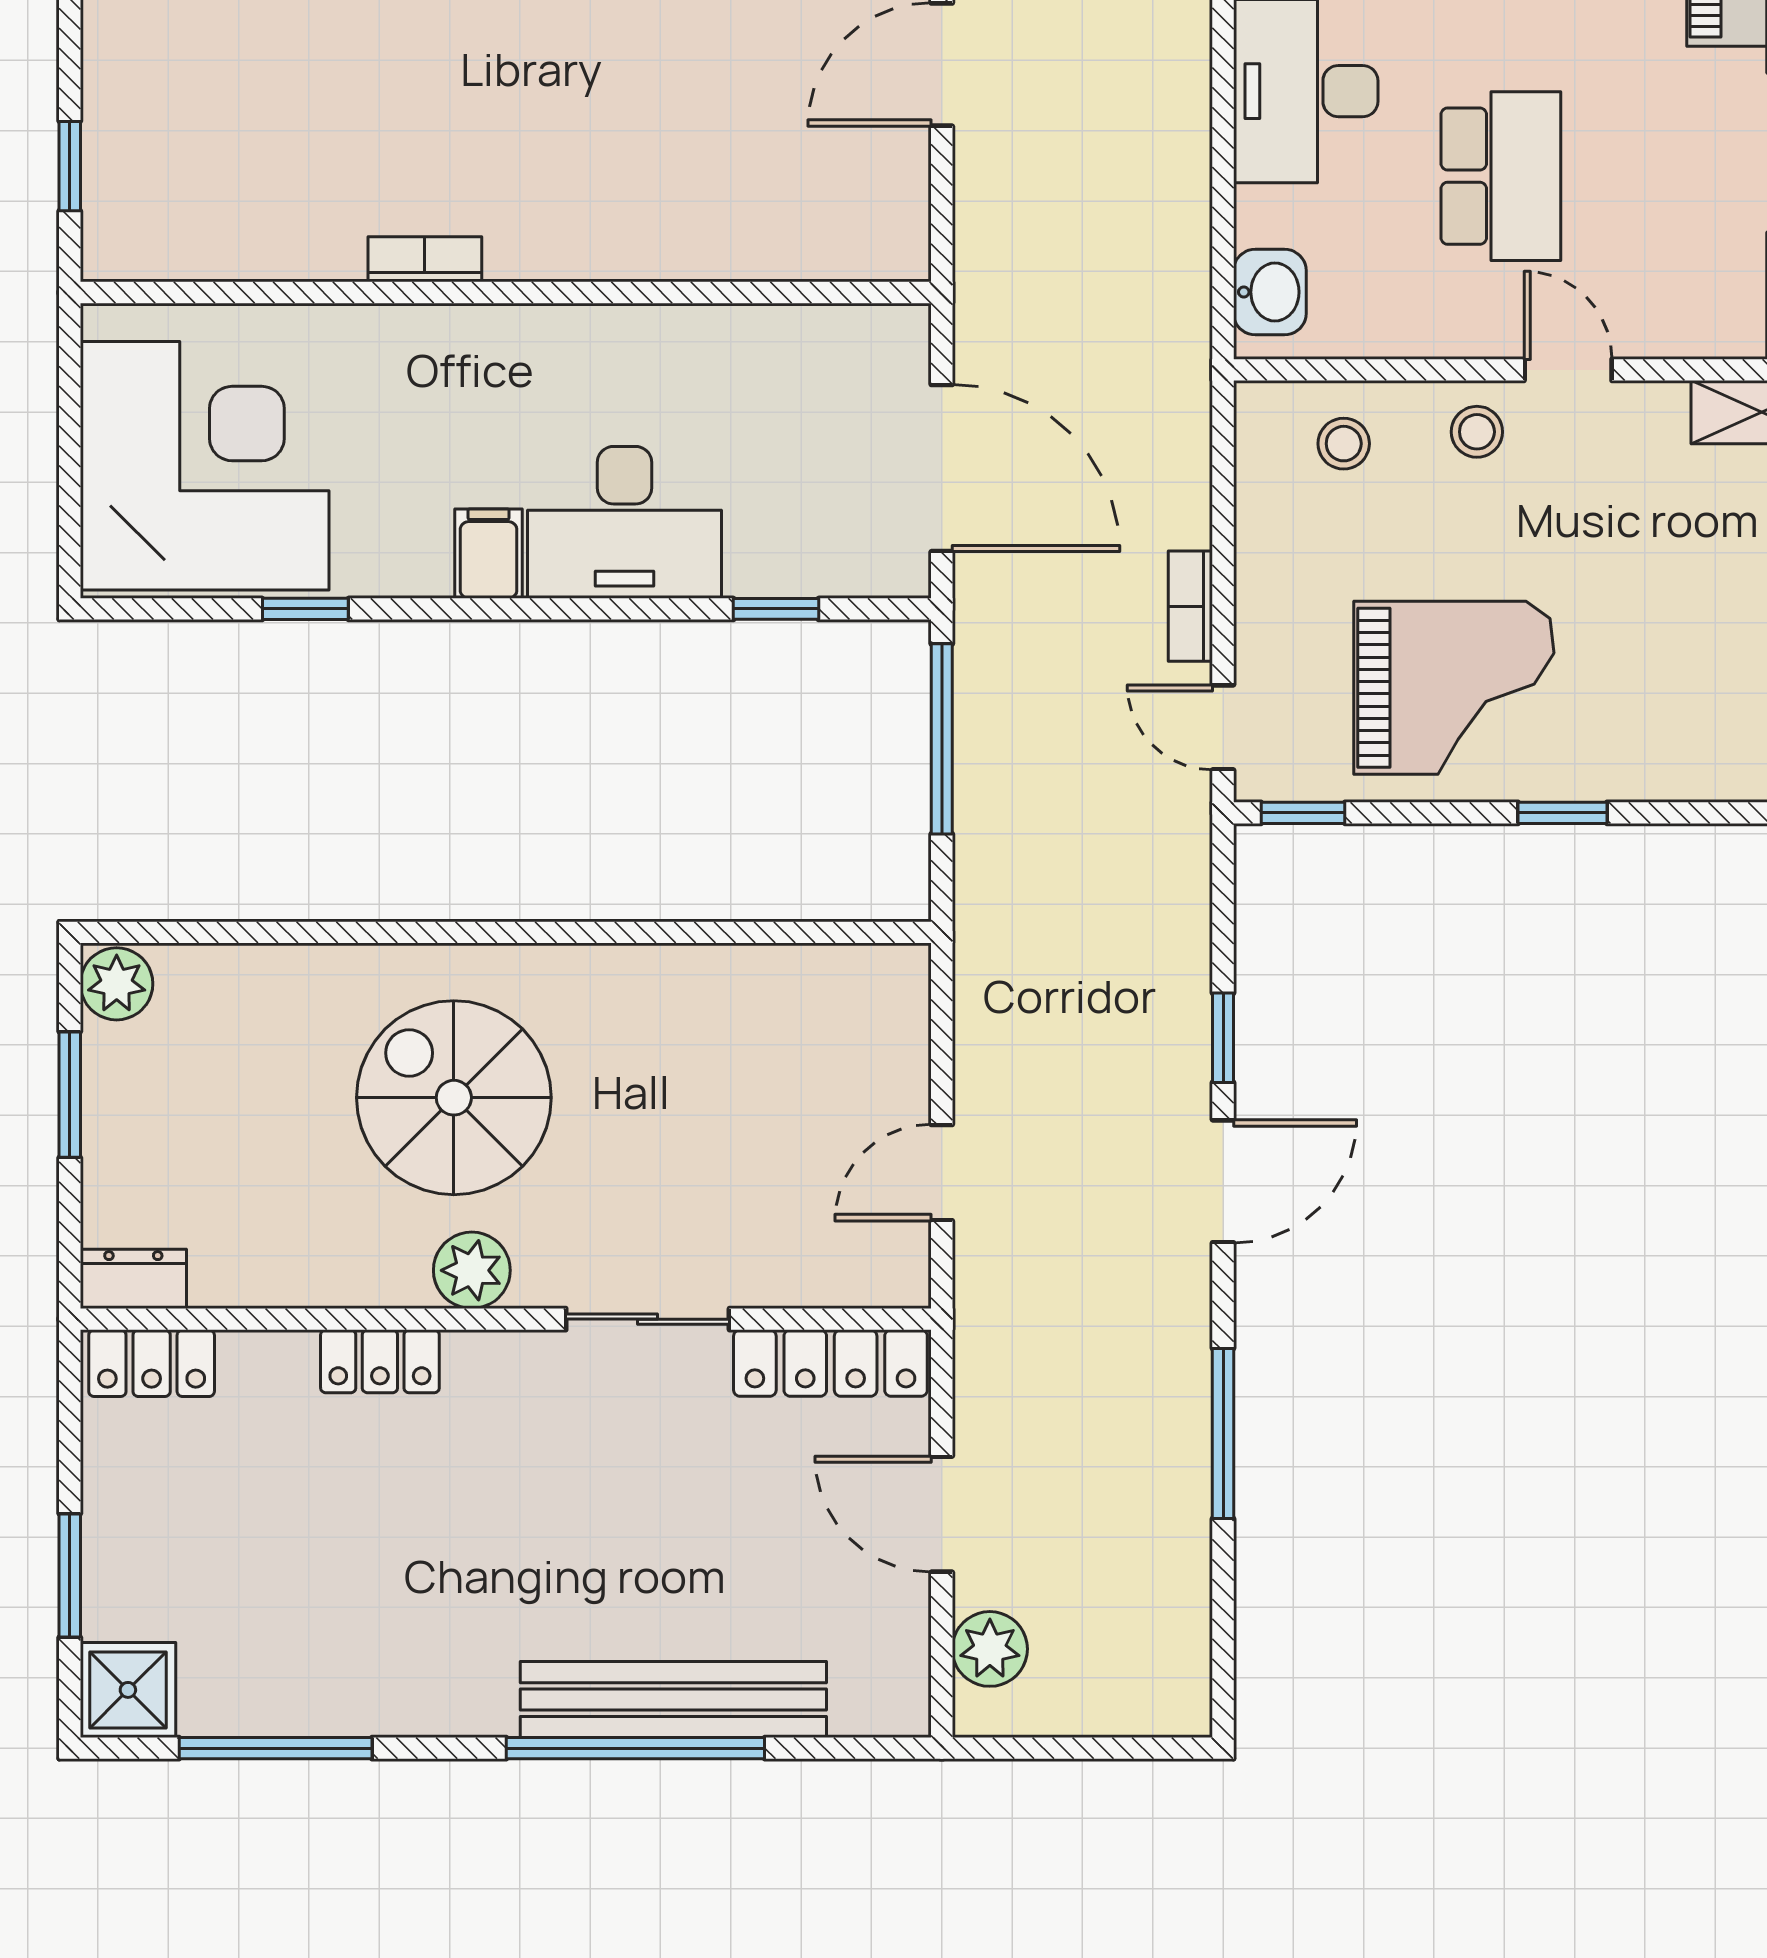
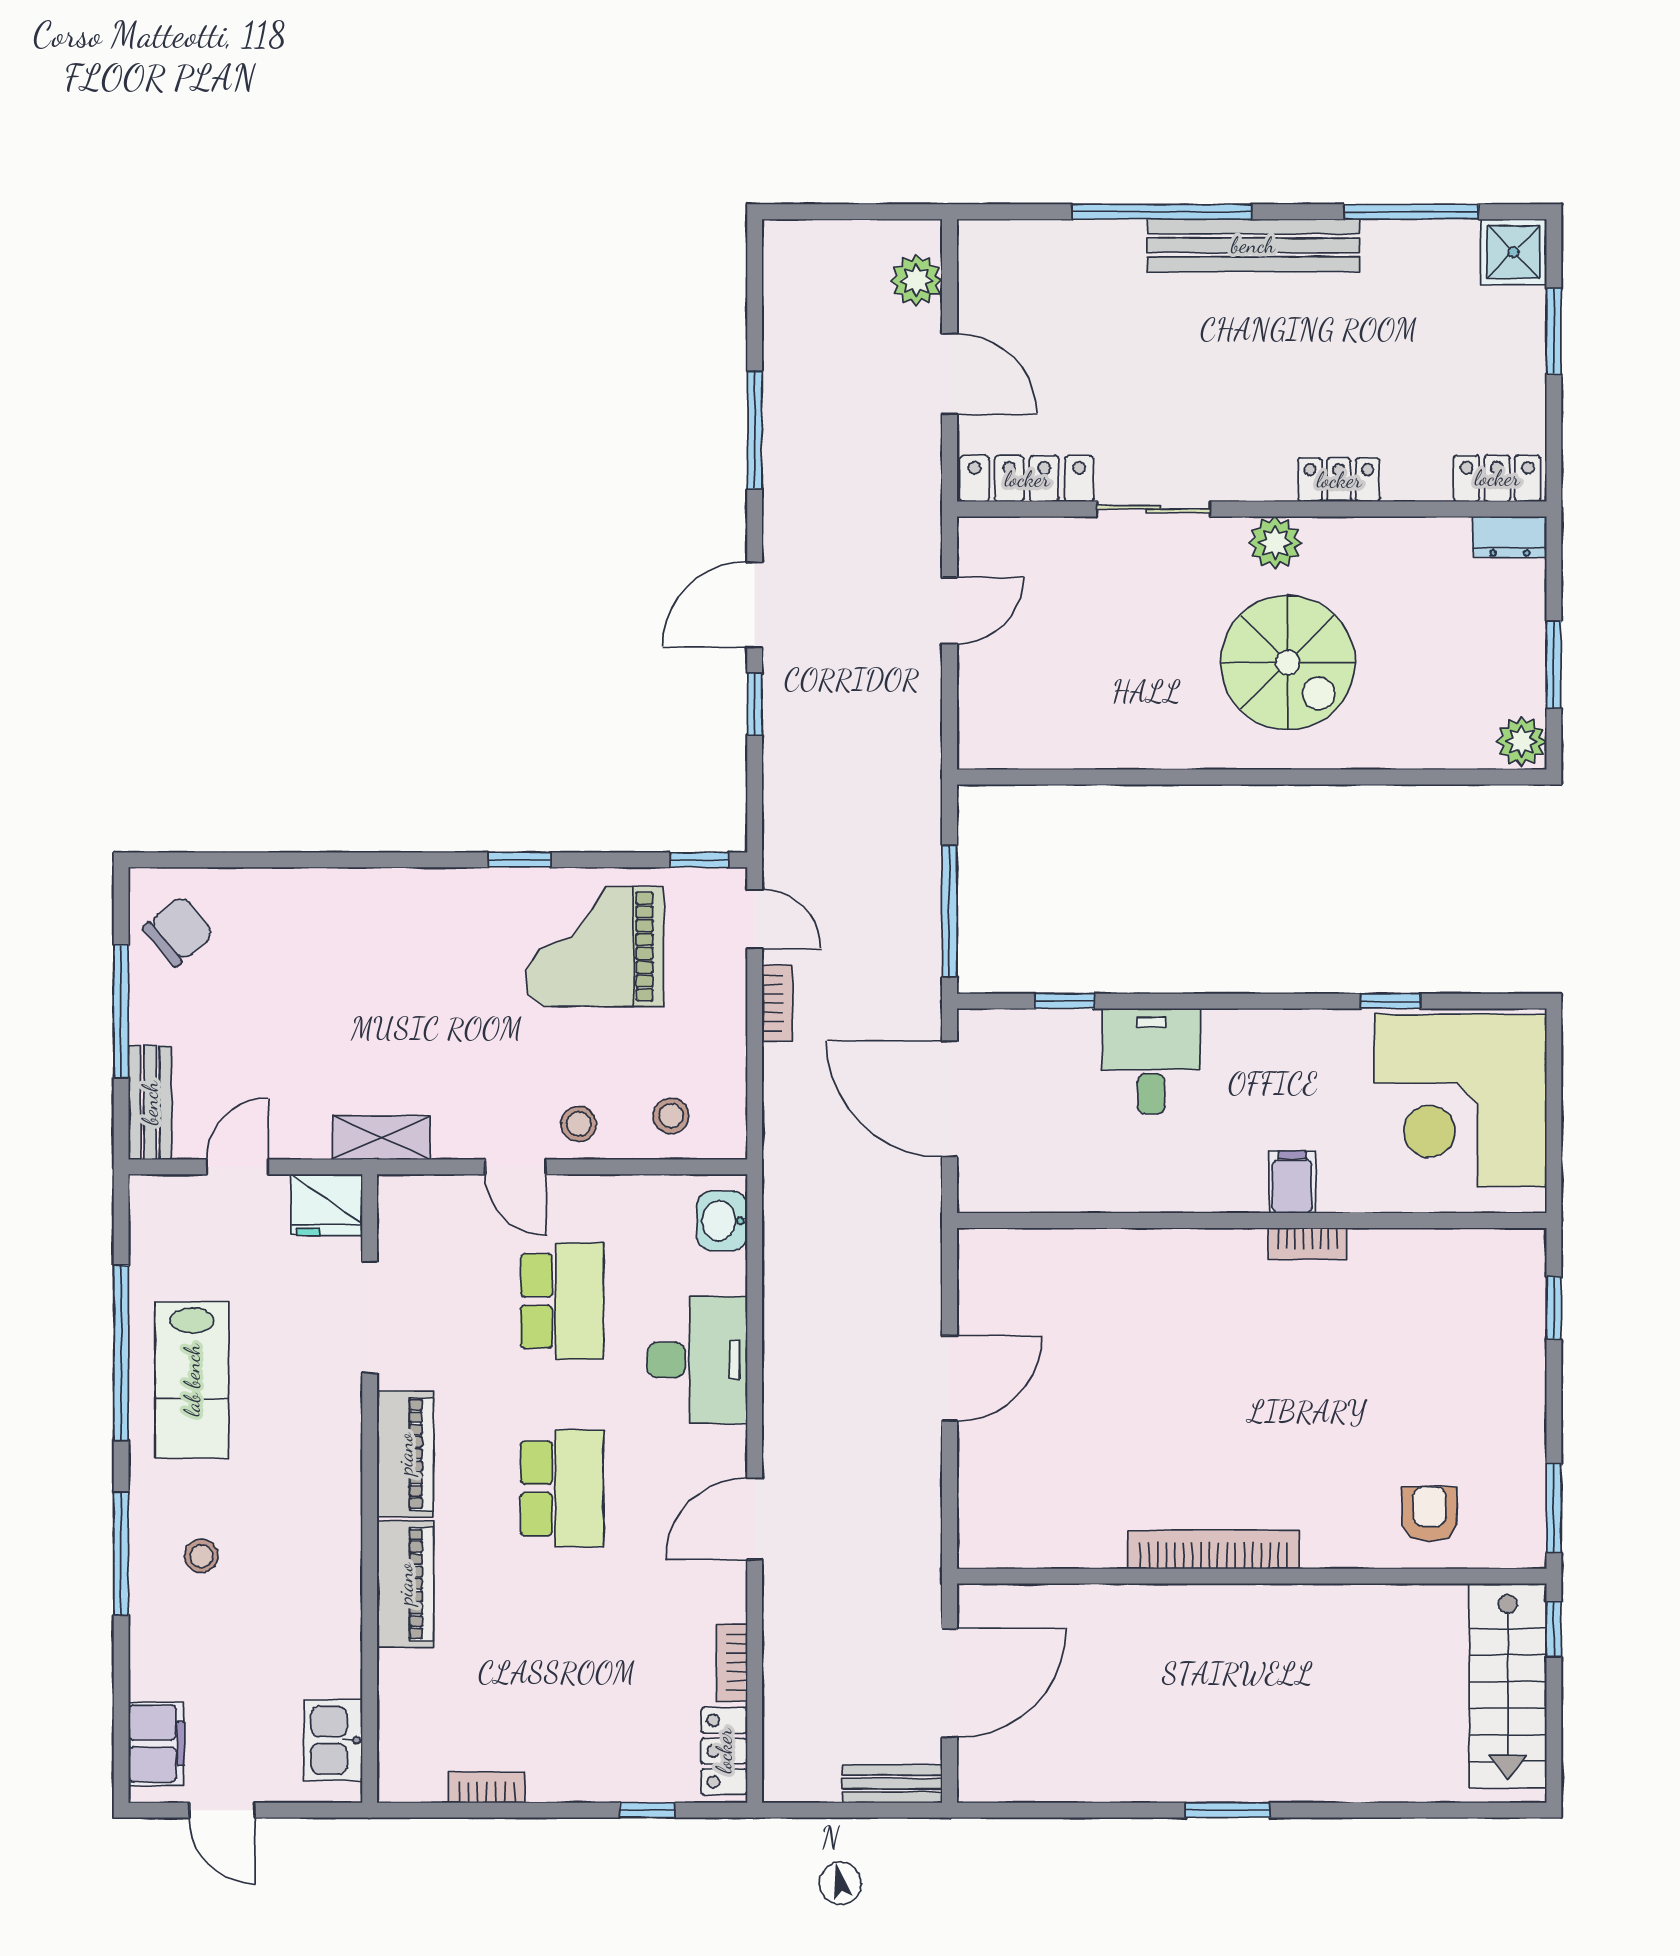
school desk: (1501, 176) -> (562, 1301), turned 180
desk: (625, 522) -> (1151, 1061), width x0.73
filing cabinet: (489, 554) -> (1292, 1182), moved, turned 180
bench: (673, 1700) -> (1253, 245), moved

